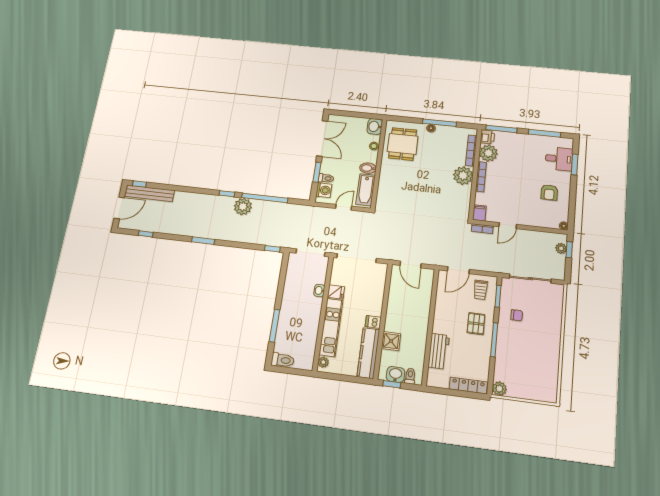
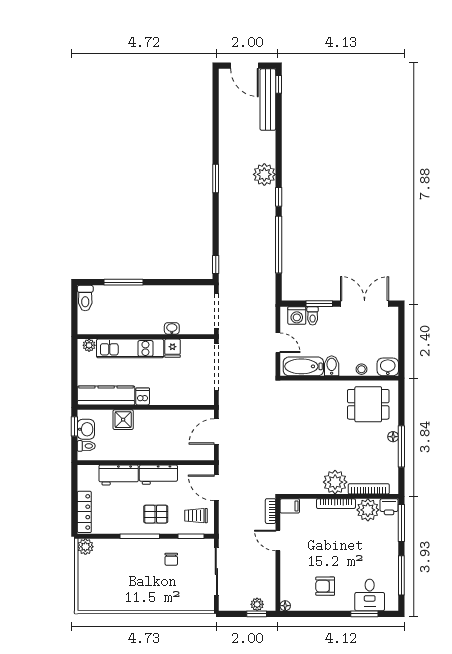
double door: (322, 138) -> (365, 304), swing flipped
plant: (243, 207) -> (264, 174), moved
window: (146, 234) -> (216, 106), removed
workbench: (442, 317) -> (158, 475), added

